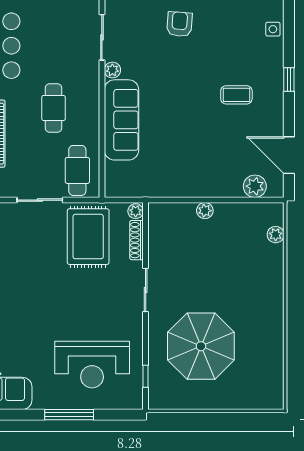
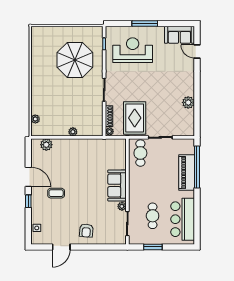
cafe table: (54, 108) -> (153, 216), moved
sofa: (121, 120) -> (117, 185), width x0.73
door: (289, 155) -> (28, 177), moved

